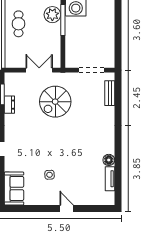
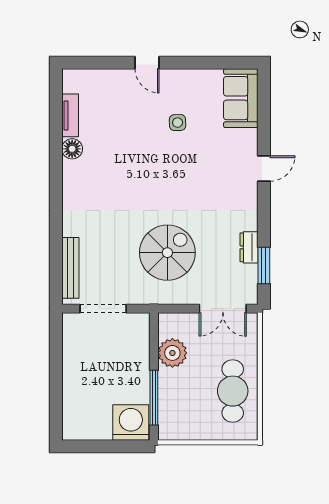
plant: (52, 15) -> (172, 353), moved
cafe table: (18, 24) -> (233, 391), width x1.37, depth x1.35
double door: (39, 70) -> (223, 309), moved
bench: (110, 93) -> (70, 268), width x1.36

